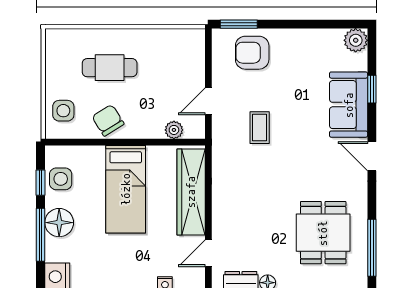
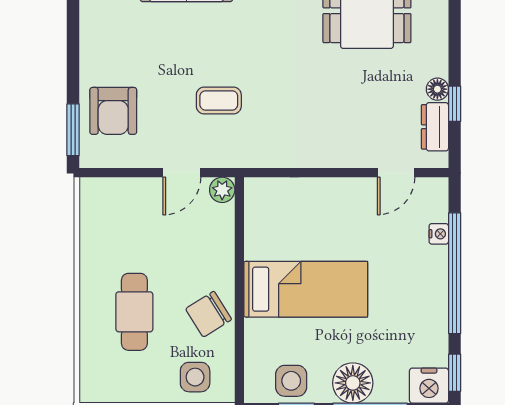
door: (208, 101) -> (182, 173), hinge flipped
plant: (174, 130) -> (222, 190), moved
wardrobe: (191, 192) -> (310, 197), removed
door: (208, 253) -> (396, 173), hinge flipped

